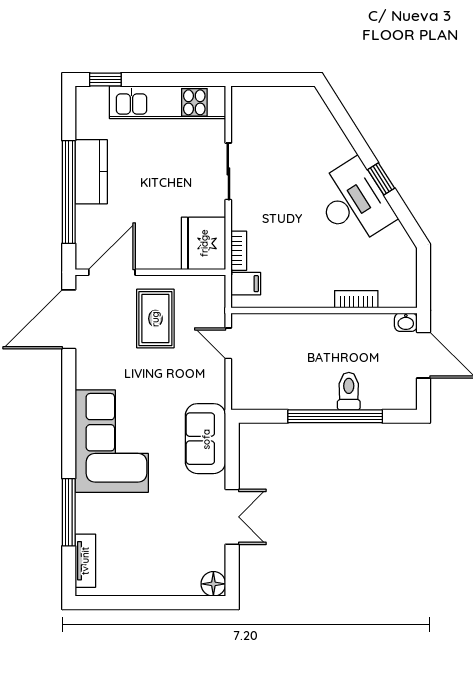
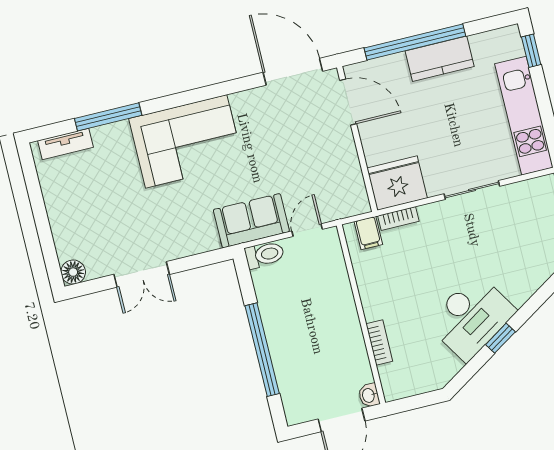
rug: (155, 319) -> (314, 155), removed
toilet: (349, 391) -> (265, 255), moved
sofa: (206, 439) -> (251, 221), moved

